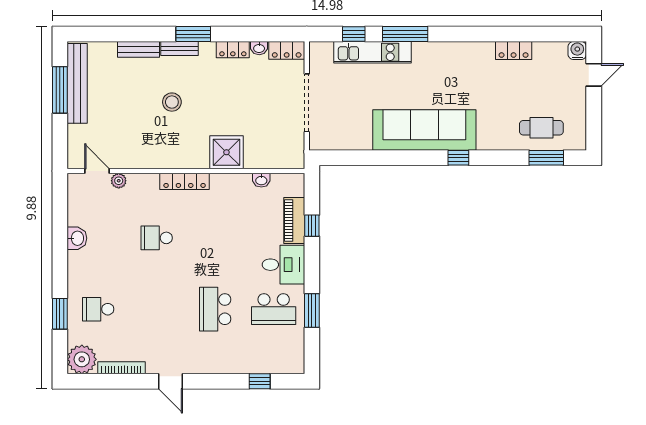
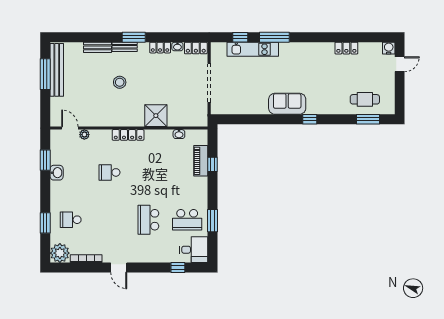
sofa: (424, 130) -> (287, 104), width x0.54, depth x0.79
window: (60, 219) -> (45, 160), added
desk: (283, 265) -> (194, 250), moved

